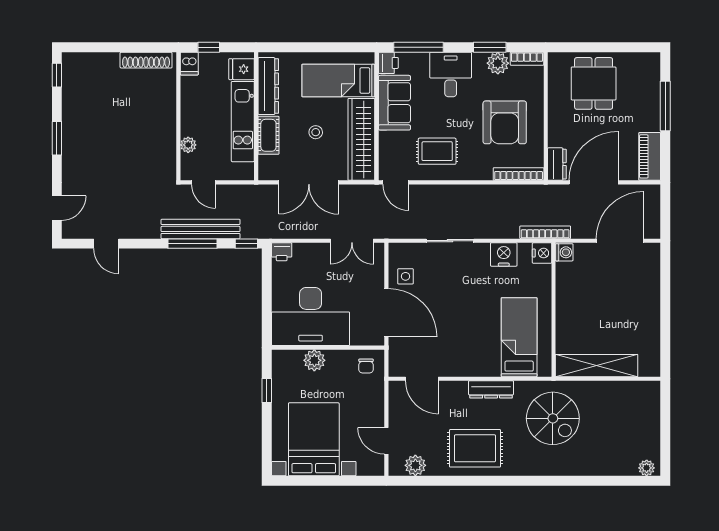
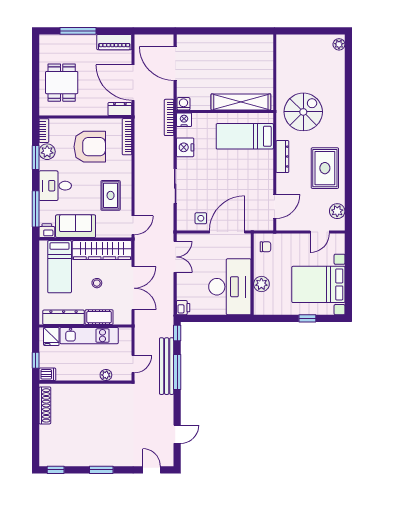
dining table: (594, 83) -> (62, 83), turned 90
shelving: (597, 366) -> (241, 102), moved, turned 90
window: (267, 391) -> (307, 318), moved

